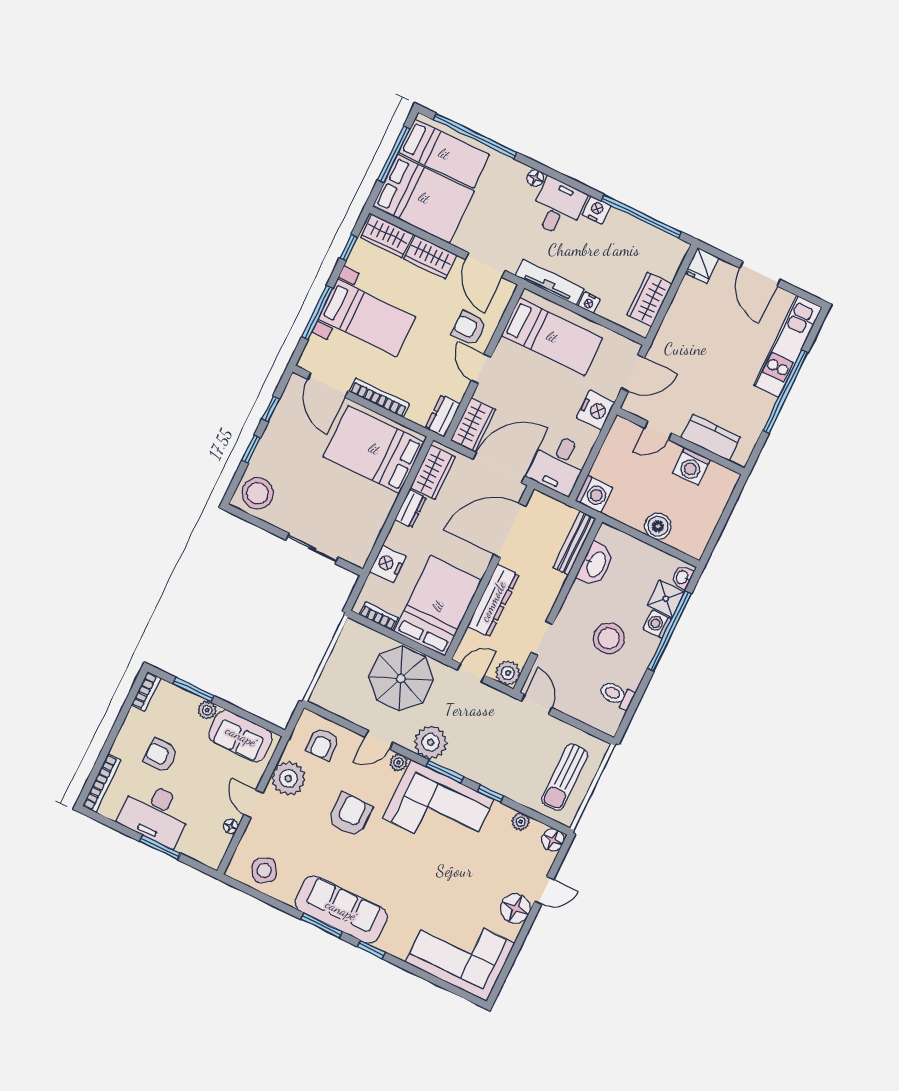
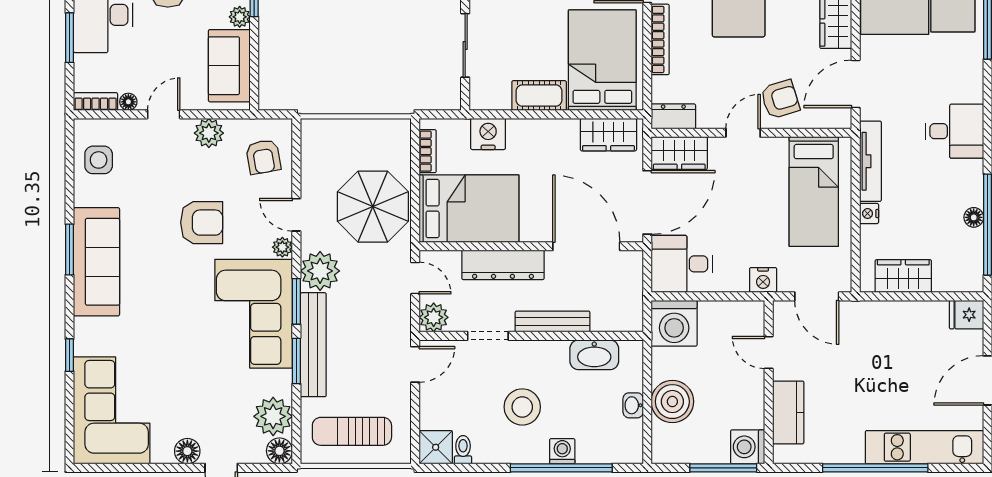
floor lamp: (535, 178) -> (974, 217), moved
nightstand: (596, 210) -> (971, 174), removed
armchair: (469, 328) -> (780, 99), turned 73
nightstand: (596, 410) -> (763, 280), width x0.74, depth x0.75
washing machine: (691, 466) -> (748, 447), moved
door: (499, 468) -> (647, 202), hinge flipped
washing machine: (594, 494) -> (674, 323), width x1.37, depth x1.37
window: (729, 507) -> (723, 468), added
dresser: (410, 509) -> (558, 130), removed
cot: (377, 511) -> (539, 96), added
boiler: (658, 526) -> (672, 402), width x1.37, depth x1.37
bench: (574, 543) -> (552, 321), moved
washbasin: (682, 577) -> (633, 405), moved, turned -90
shower: (666, 599) -> (436, 447), moved
toilet: (617, 695) -> (463, 450), width x0.73, depth x0.72
armchair: (322, 744) -> (263, 157), turned -100
bench: (484, 775) -> (313, 345), added
plant: (288, 778) -> (209, 133), width x0.73, depth x0.73
window: (490, 794) -> (296, 361), width x1.50
plant: (521, 822) -> (273, 416), width x1.88, depth x1.88
bookcase: (219, 851) -> (96, 102), added
side table: (264, 870) -> (99, 160), turned 33
floor lamp: (515, 908) -> (187, 451), width x0.73, depth x0.73
window: (371, 949) -> (70, 355), moved

